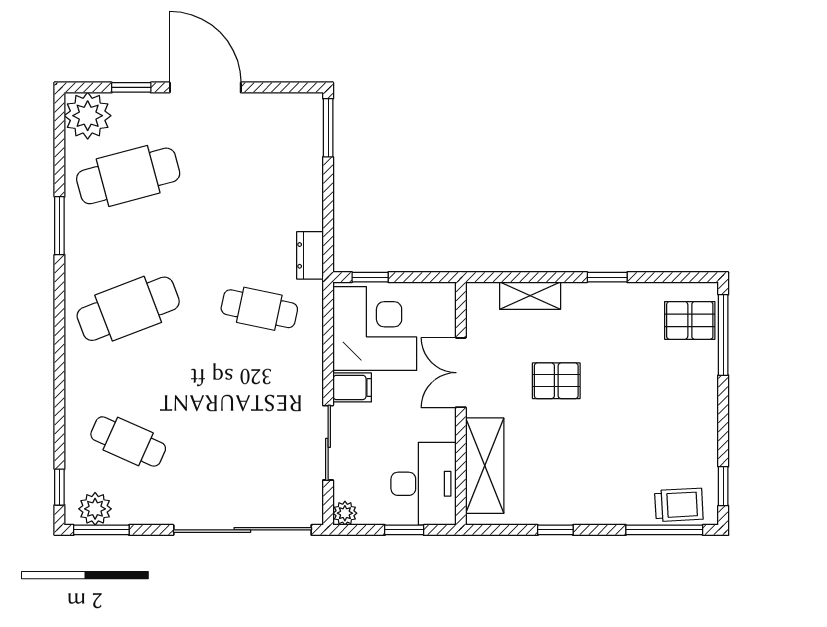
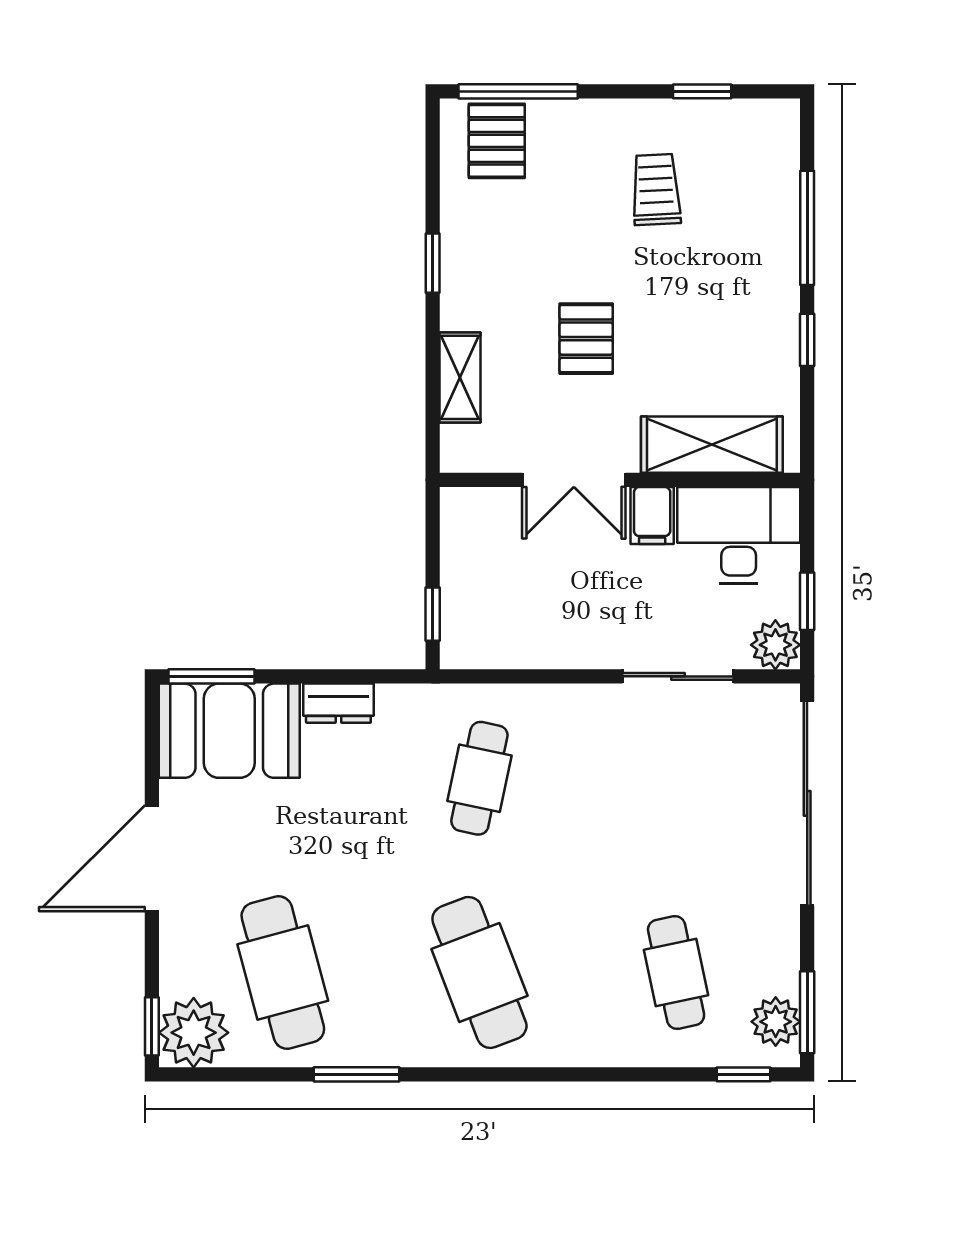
window: (131, 87) -> (152, 1026), moved
booth: (291, 140) -> (229, 731), added
dresser: (310, 255) -> (338, 703), moved
corner desk: (375, 329) -> (509, 607), removed
filing cabinet: (352, 387) -> (652, 516), moved, turned 180
cafe table: (128, 441) -> (676, 972), turned -36
window: (723, 486) -> (702, 91), moved
trolley: (679, 505) -> (656, 190), moved
plant: (345, 513) -> (775, 645), width x1.38, depth x1.38
window: (404, 530) -> (807, 601), moved
window: (664, 530) -> (807, 228), moved

